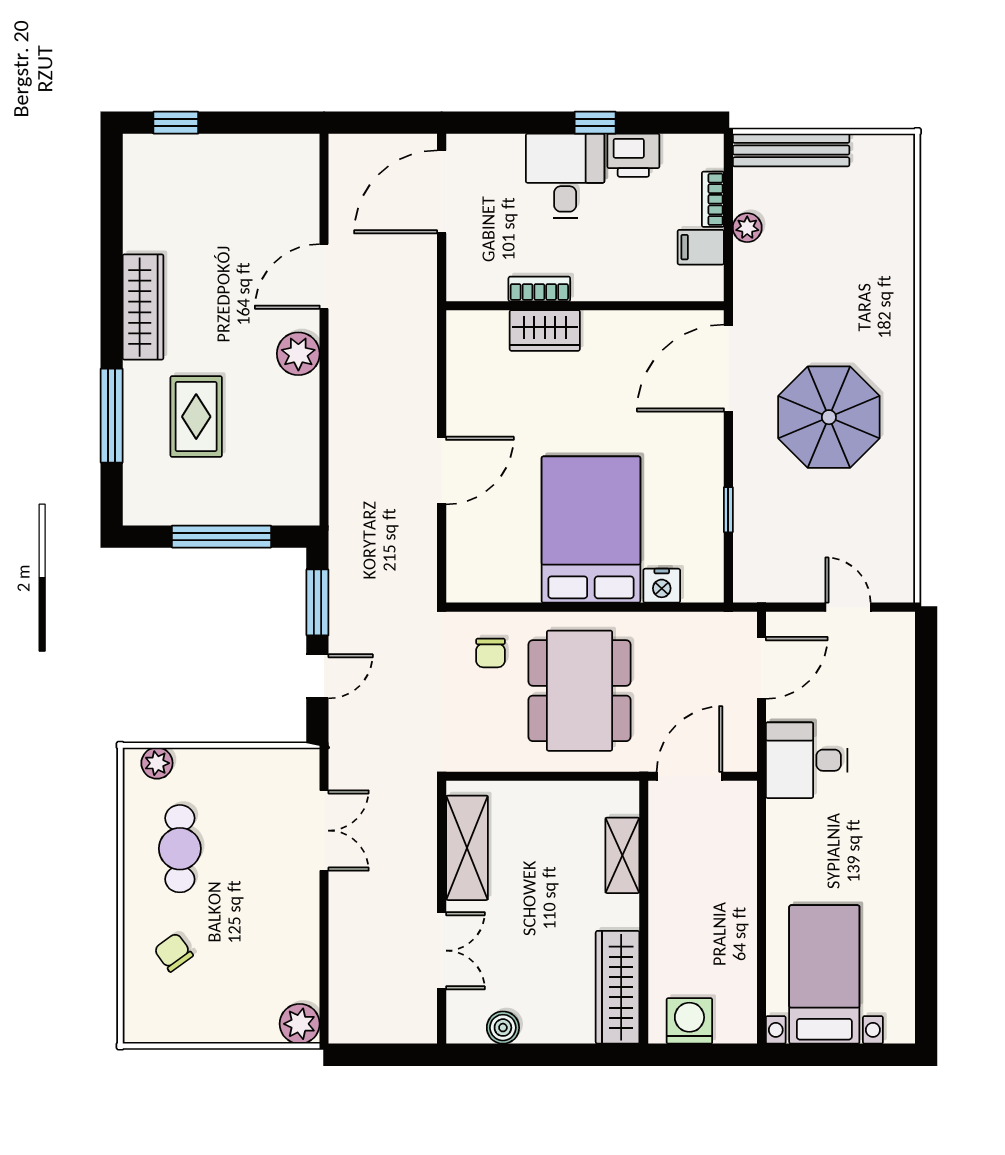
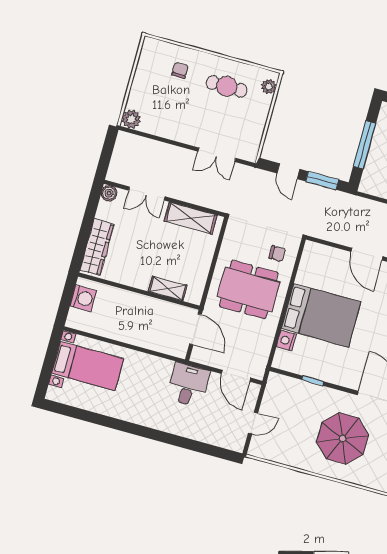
chair: (491, 653) -> (277, 253), turned 180
chair: (174, 952) -> (180, 70), turned -54
wardrobe: (618, 987) -> (97, 247), moved, turned 90
boiler: (503, 1028) -> (109, 193), moved

